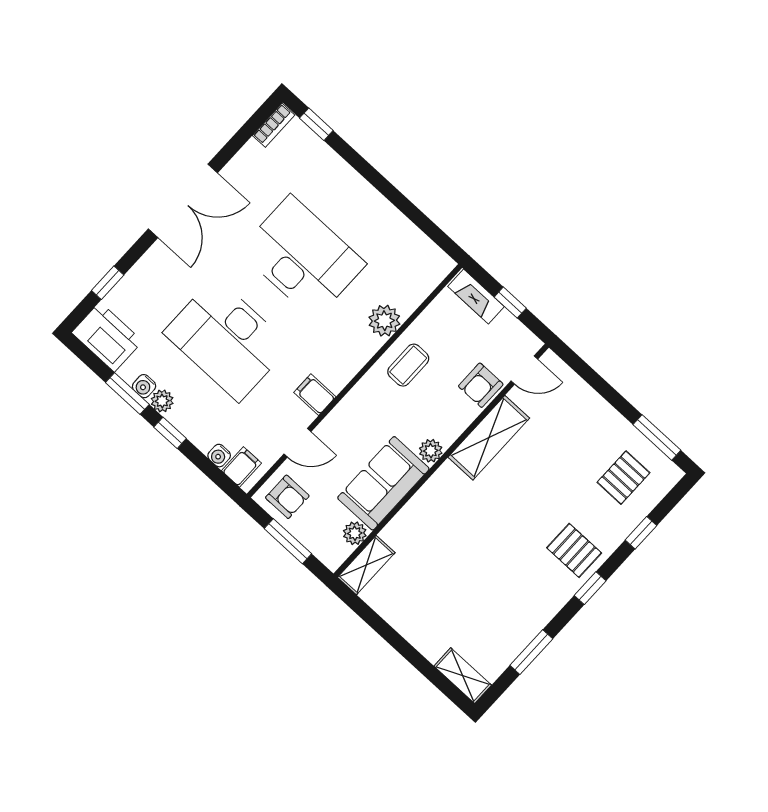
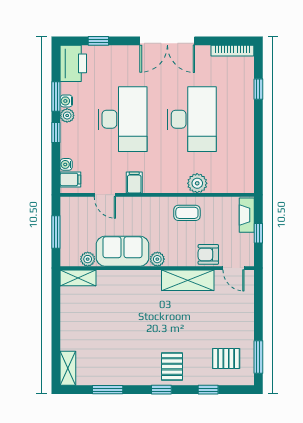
window: (316, 124) -> (258, 89), moved
bookcase: (274, 125) -> (232, 51), width x1.56
desk: (227, 339) -> (123, 119), turned 180
armchair: (287, 497) -> (76, 213), removed

